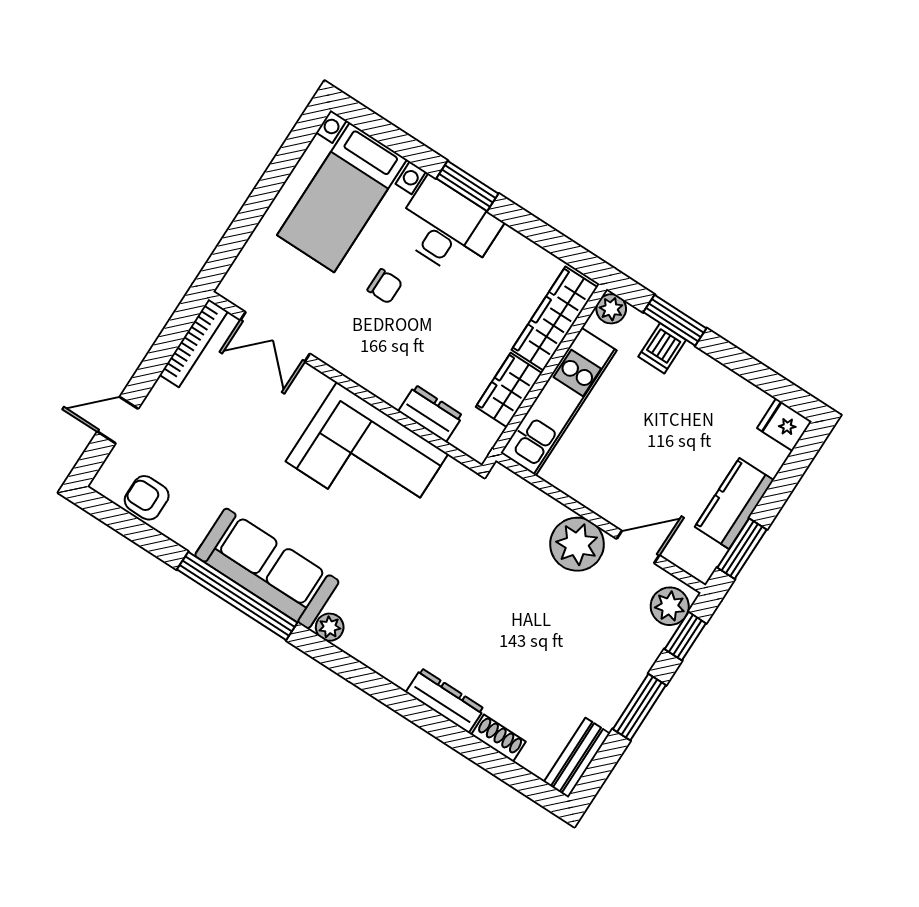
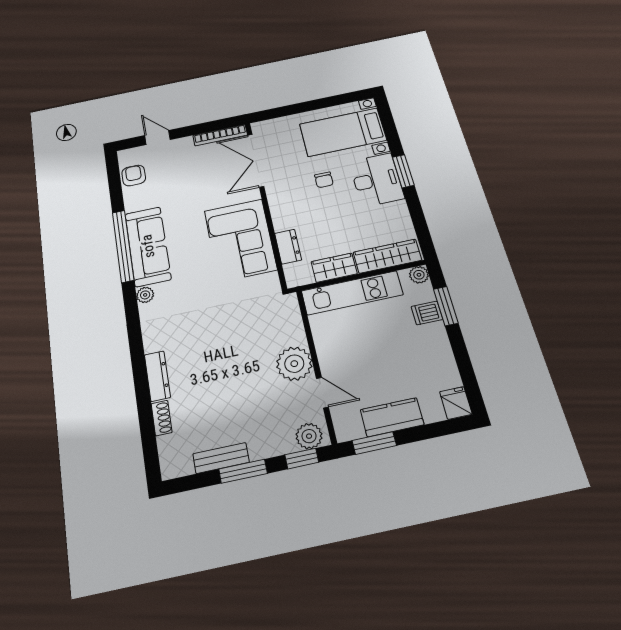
double door: (275, 337) -> (256, 160), width x1.37
bench: (577, 758) -> (221, 458), moved

